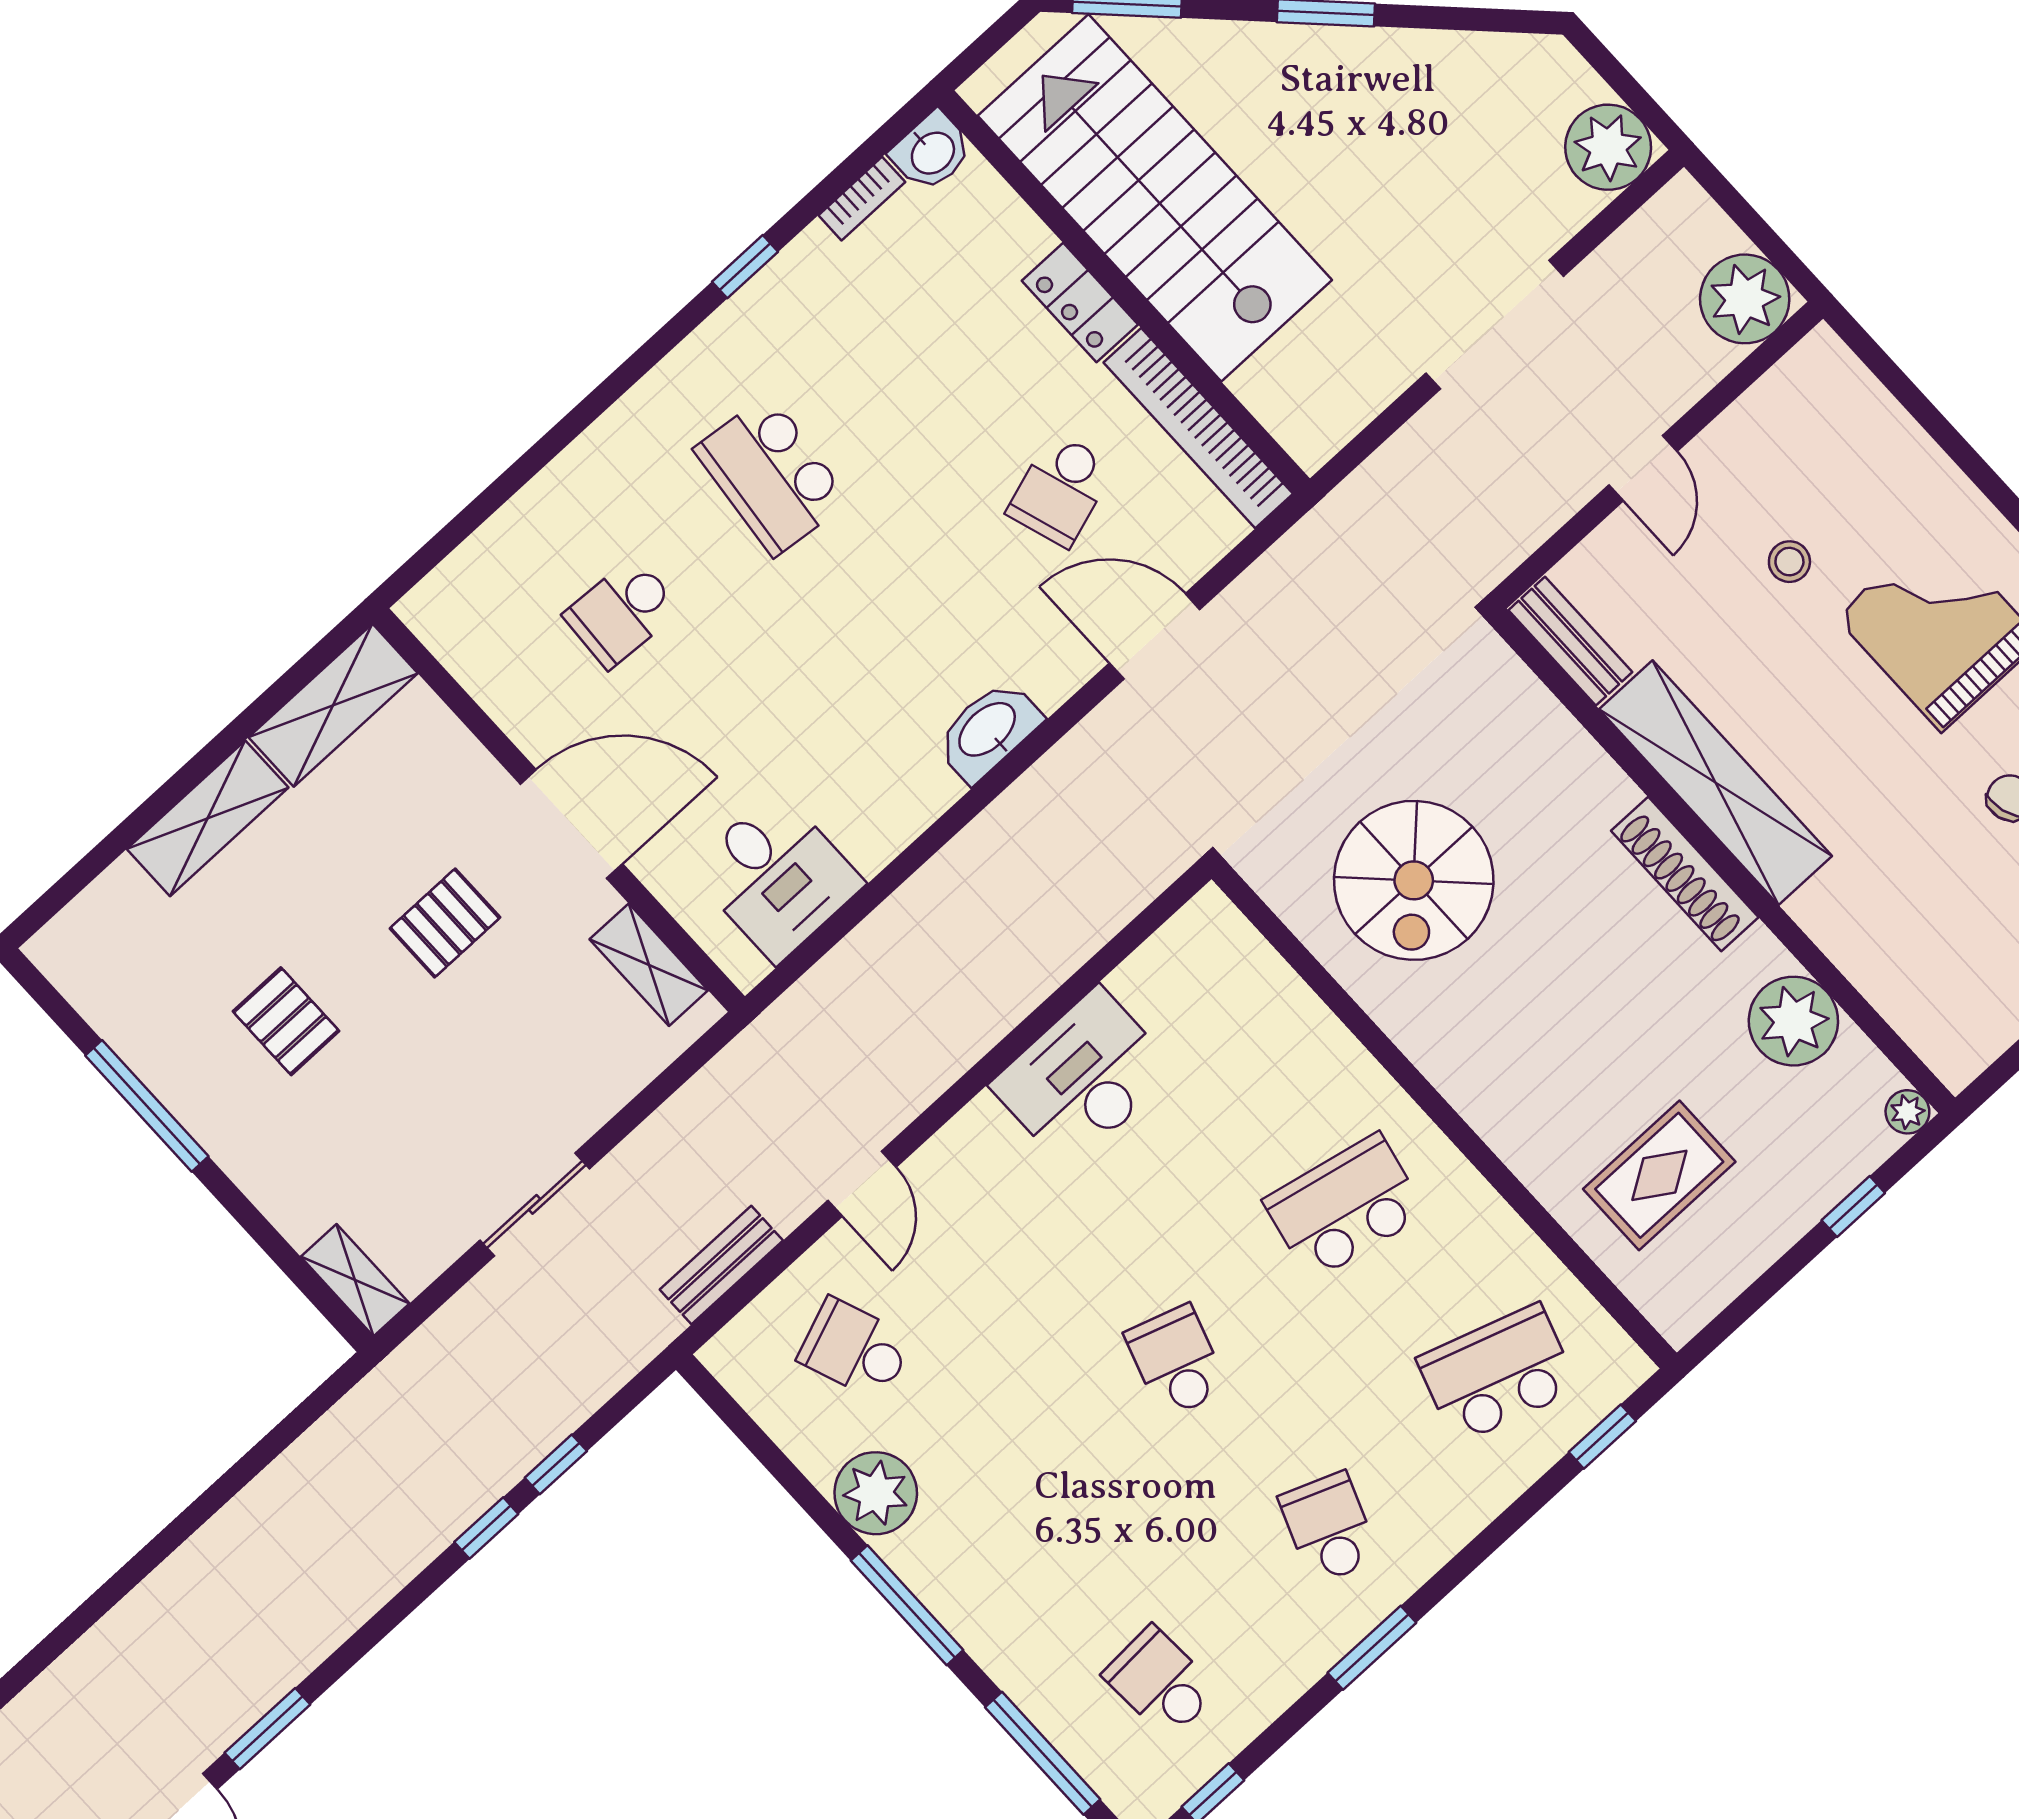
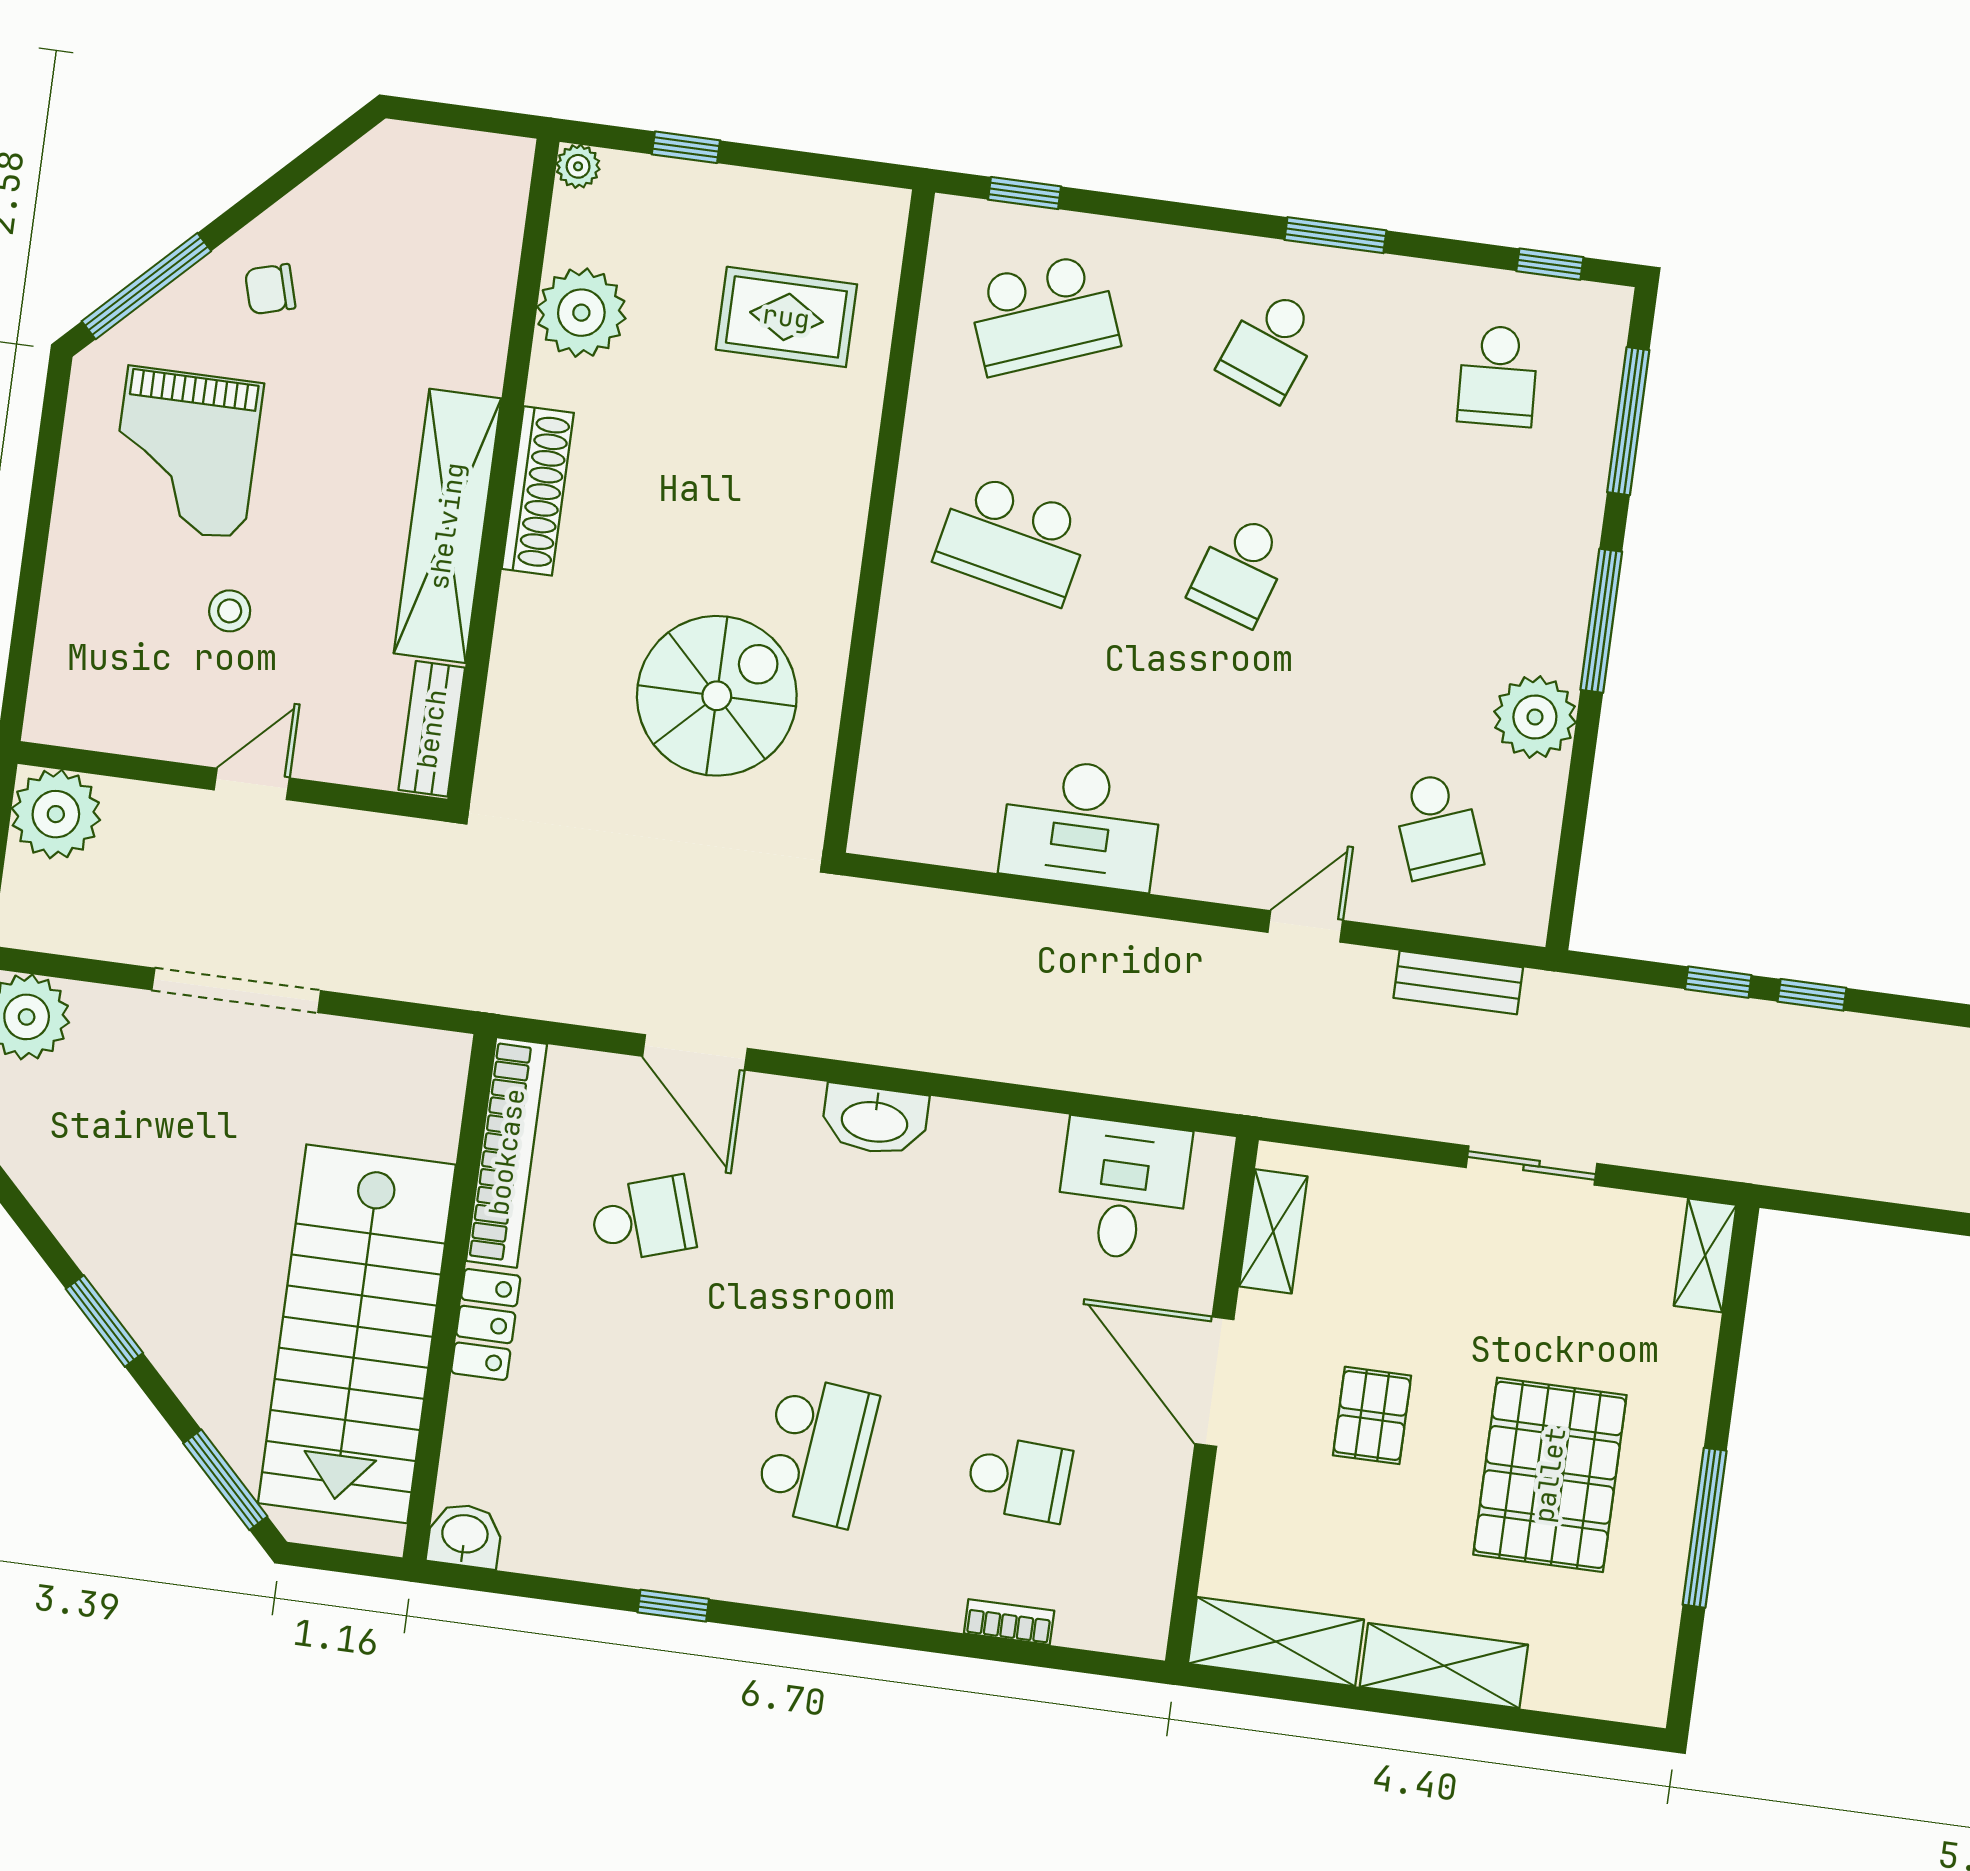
bookcase: (862, 199) -> (1009, 1622), moved
pallet: (445, 923) -> (1372, 1415), turned 90
pallet: (286, 1021) -> (1550, 1475), width x2.05, depth x2.00
school desk: (1497, 1374) -> (1043, 314), turned -39

